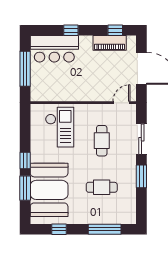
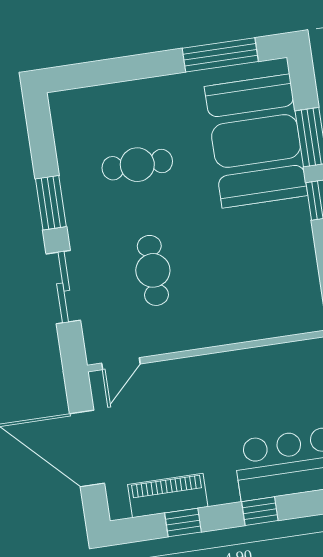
window: (115, 30) -> (183, 522), moved
checkout: (60, 127) -> (253, 287), removed
window: (59, 229) -> (220, 55), width x2.17
window: (105, 229) -> (116, 70), removed

